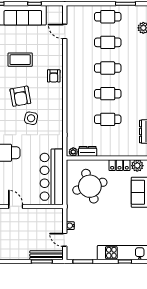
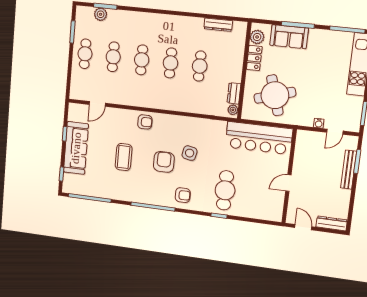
armchair: (20, 96) -> (164, 162), turned -80
bench: (46, 255) -> (349, 170), moved

